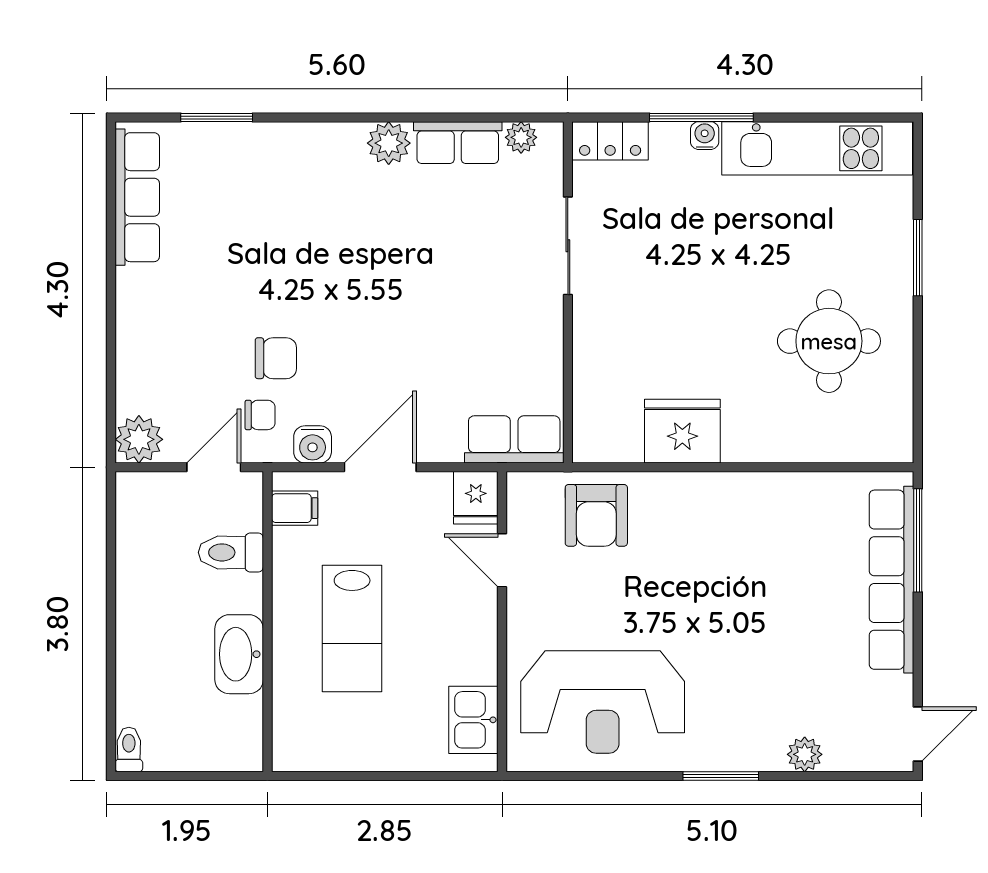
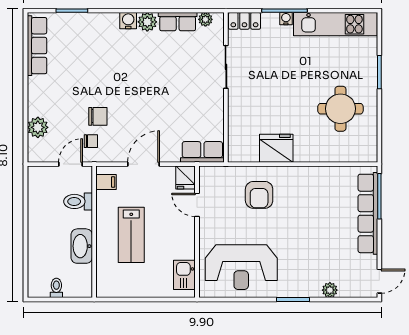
plant: (139, 439) -> (38, 127), moved
water cooler: (313, 444) -> (128, 21), moved, turned 180
armchair: (596, 515) -> (259, 195), moved
toilet: (129, 749) -> (56, 288), moved

